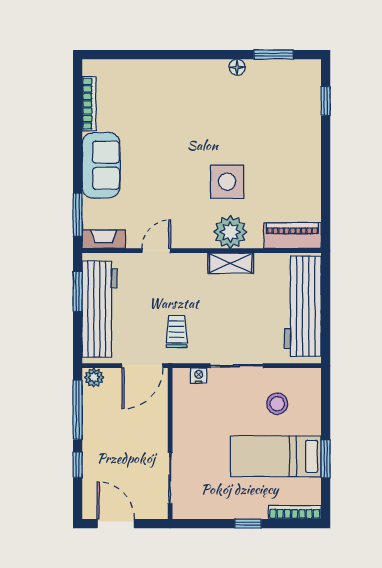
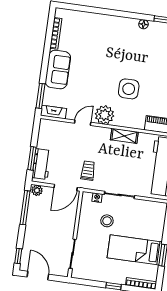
plant: (230, 232) -> (105, 115), moved
window: (78, 291) -> (32, 158), moved
workbench: (100, 309) -> (41, 164), width x0.53, depth x0.76
stool: (277, 404) -> (107, 221), moved
window: (78, 465) -> (18, 256), moved

